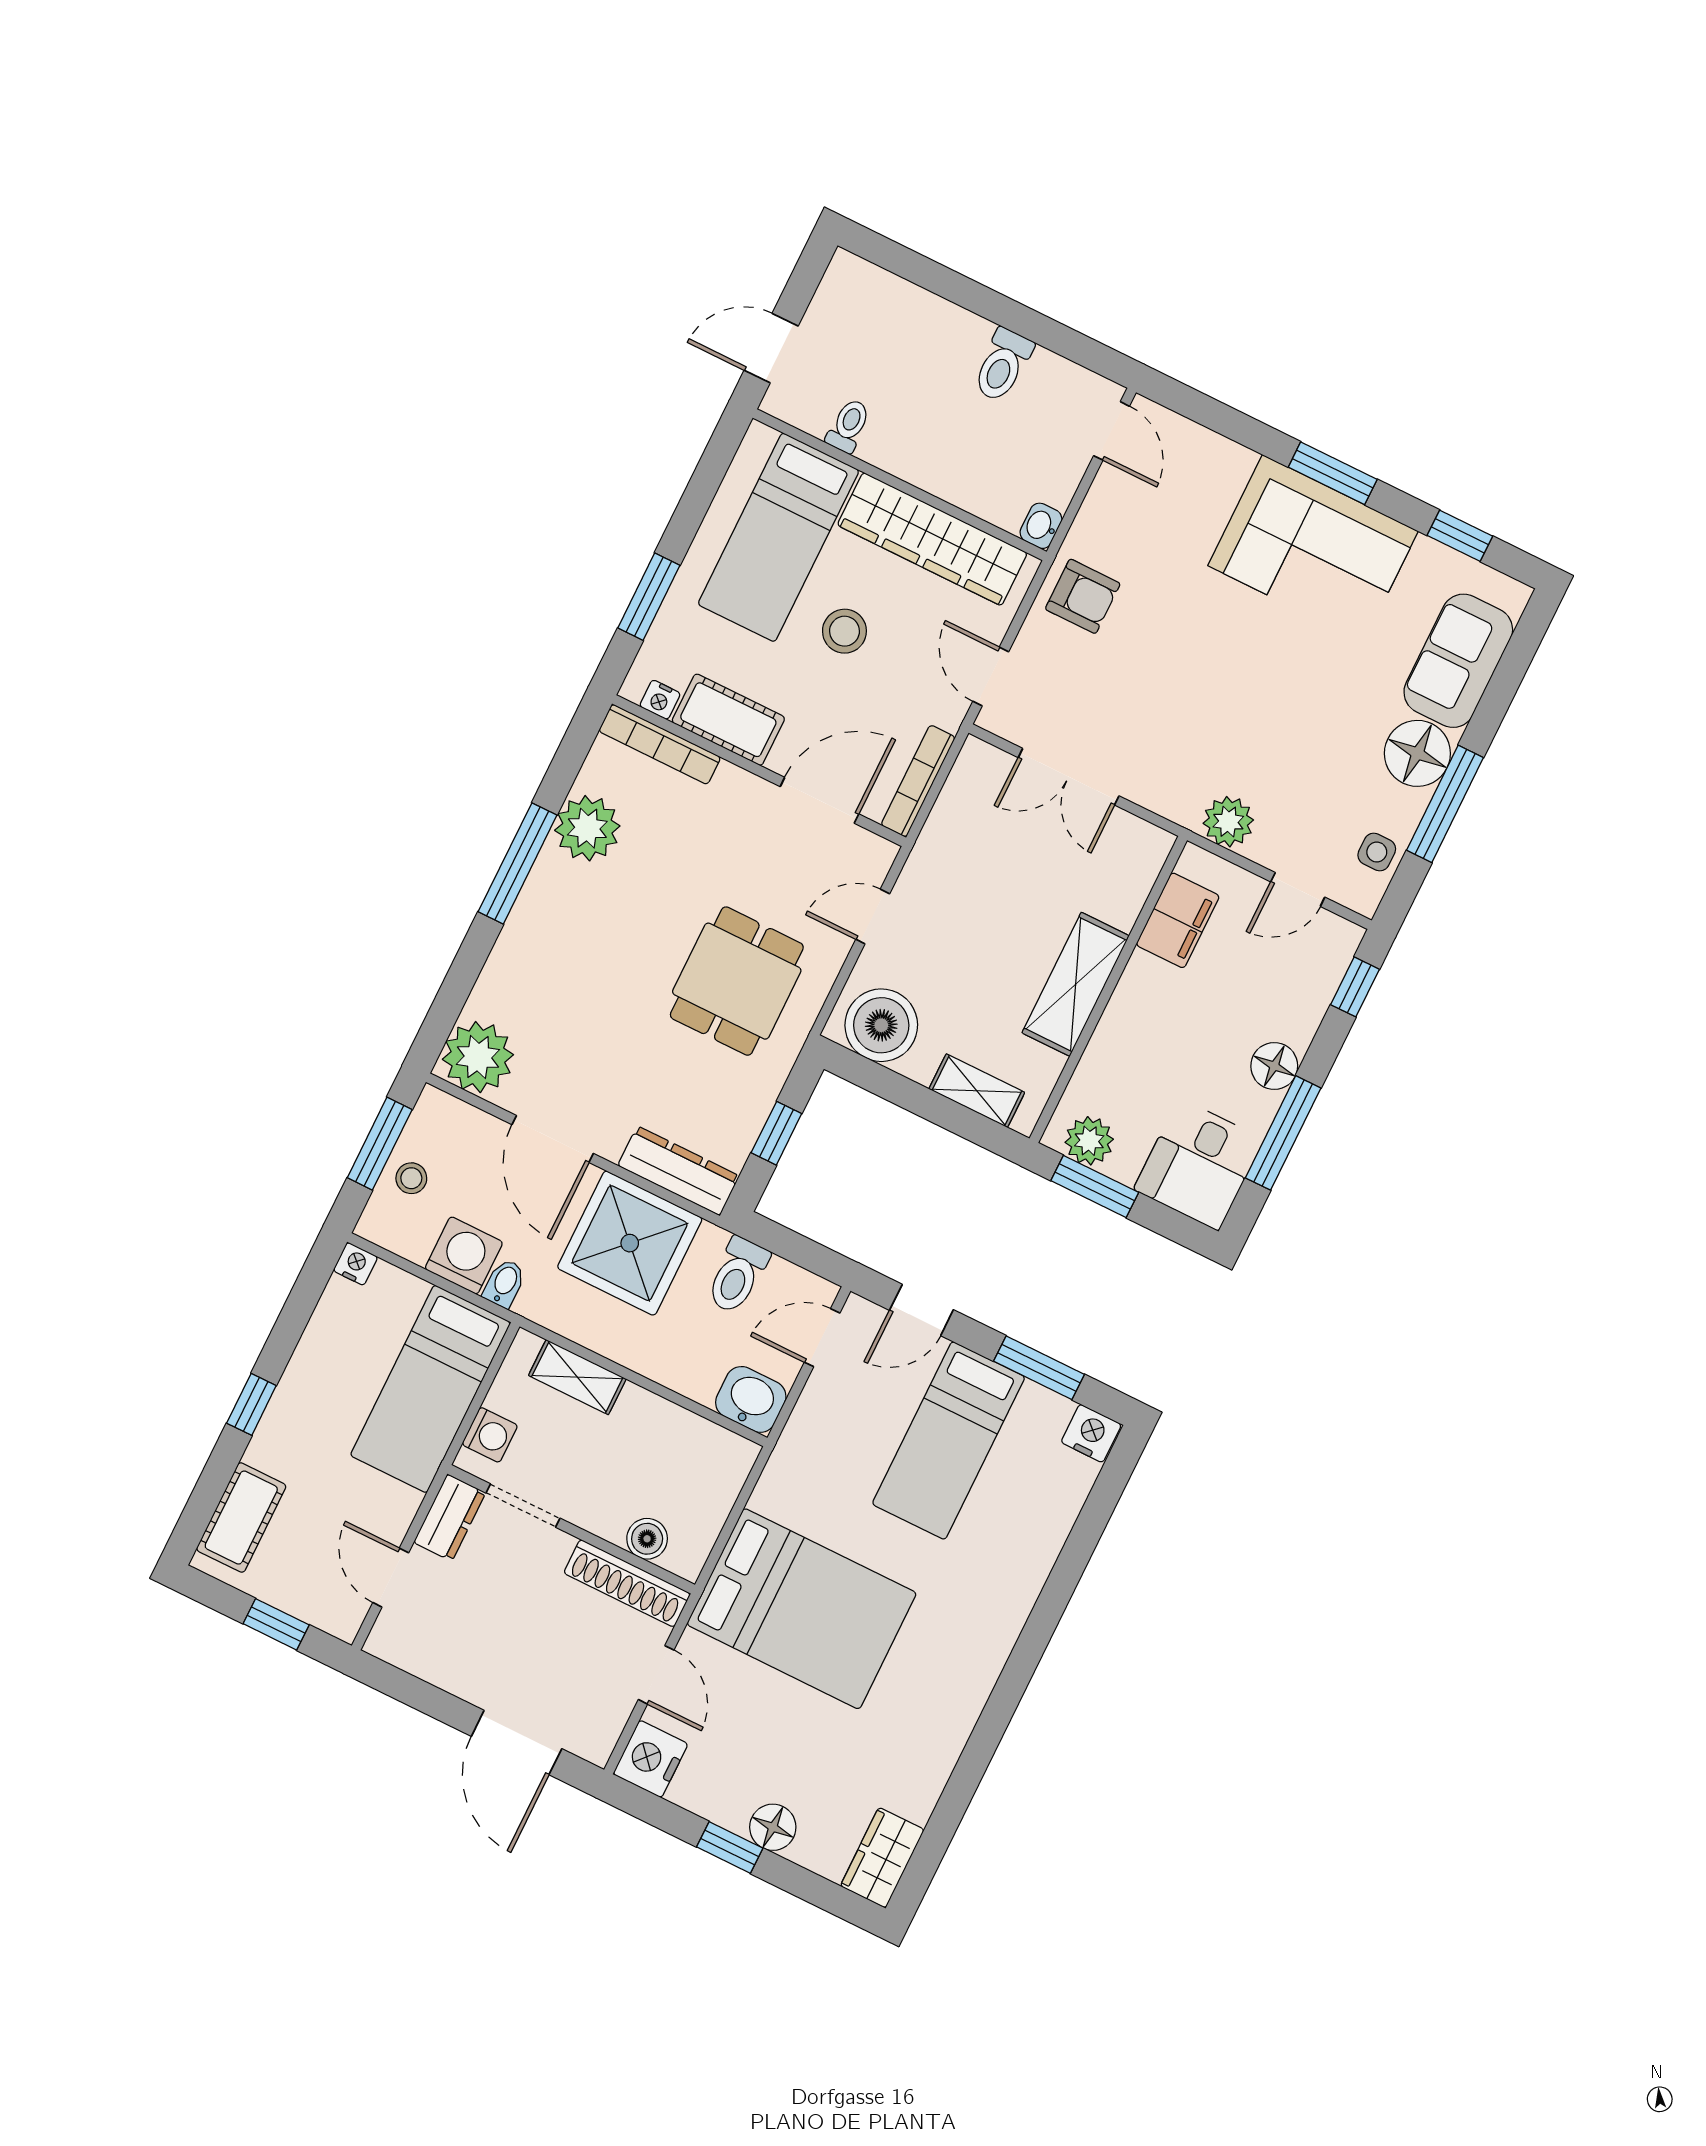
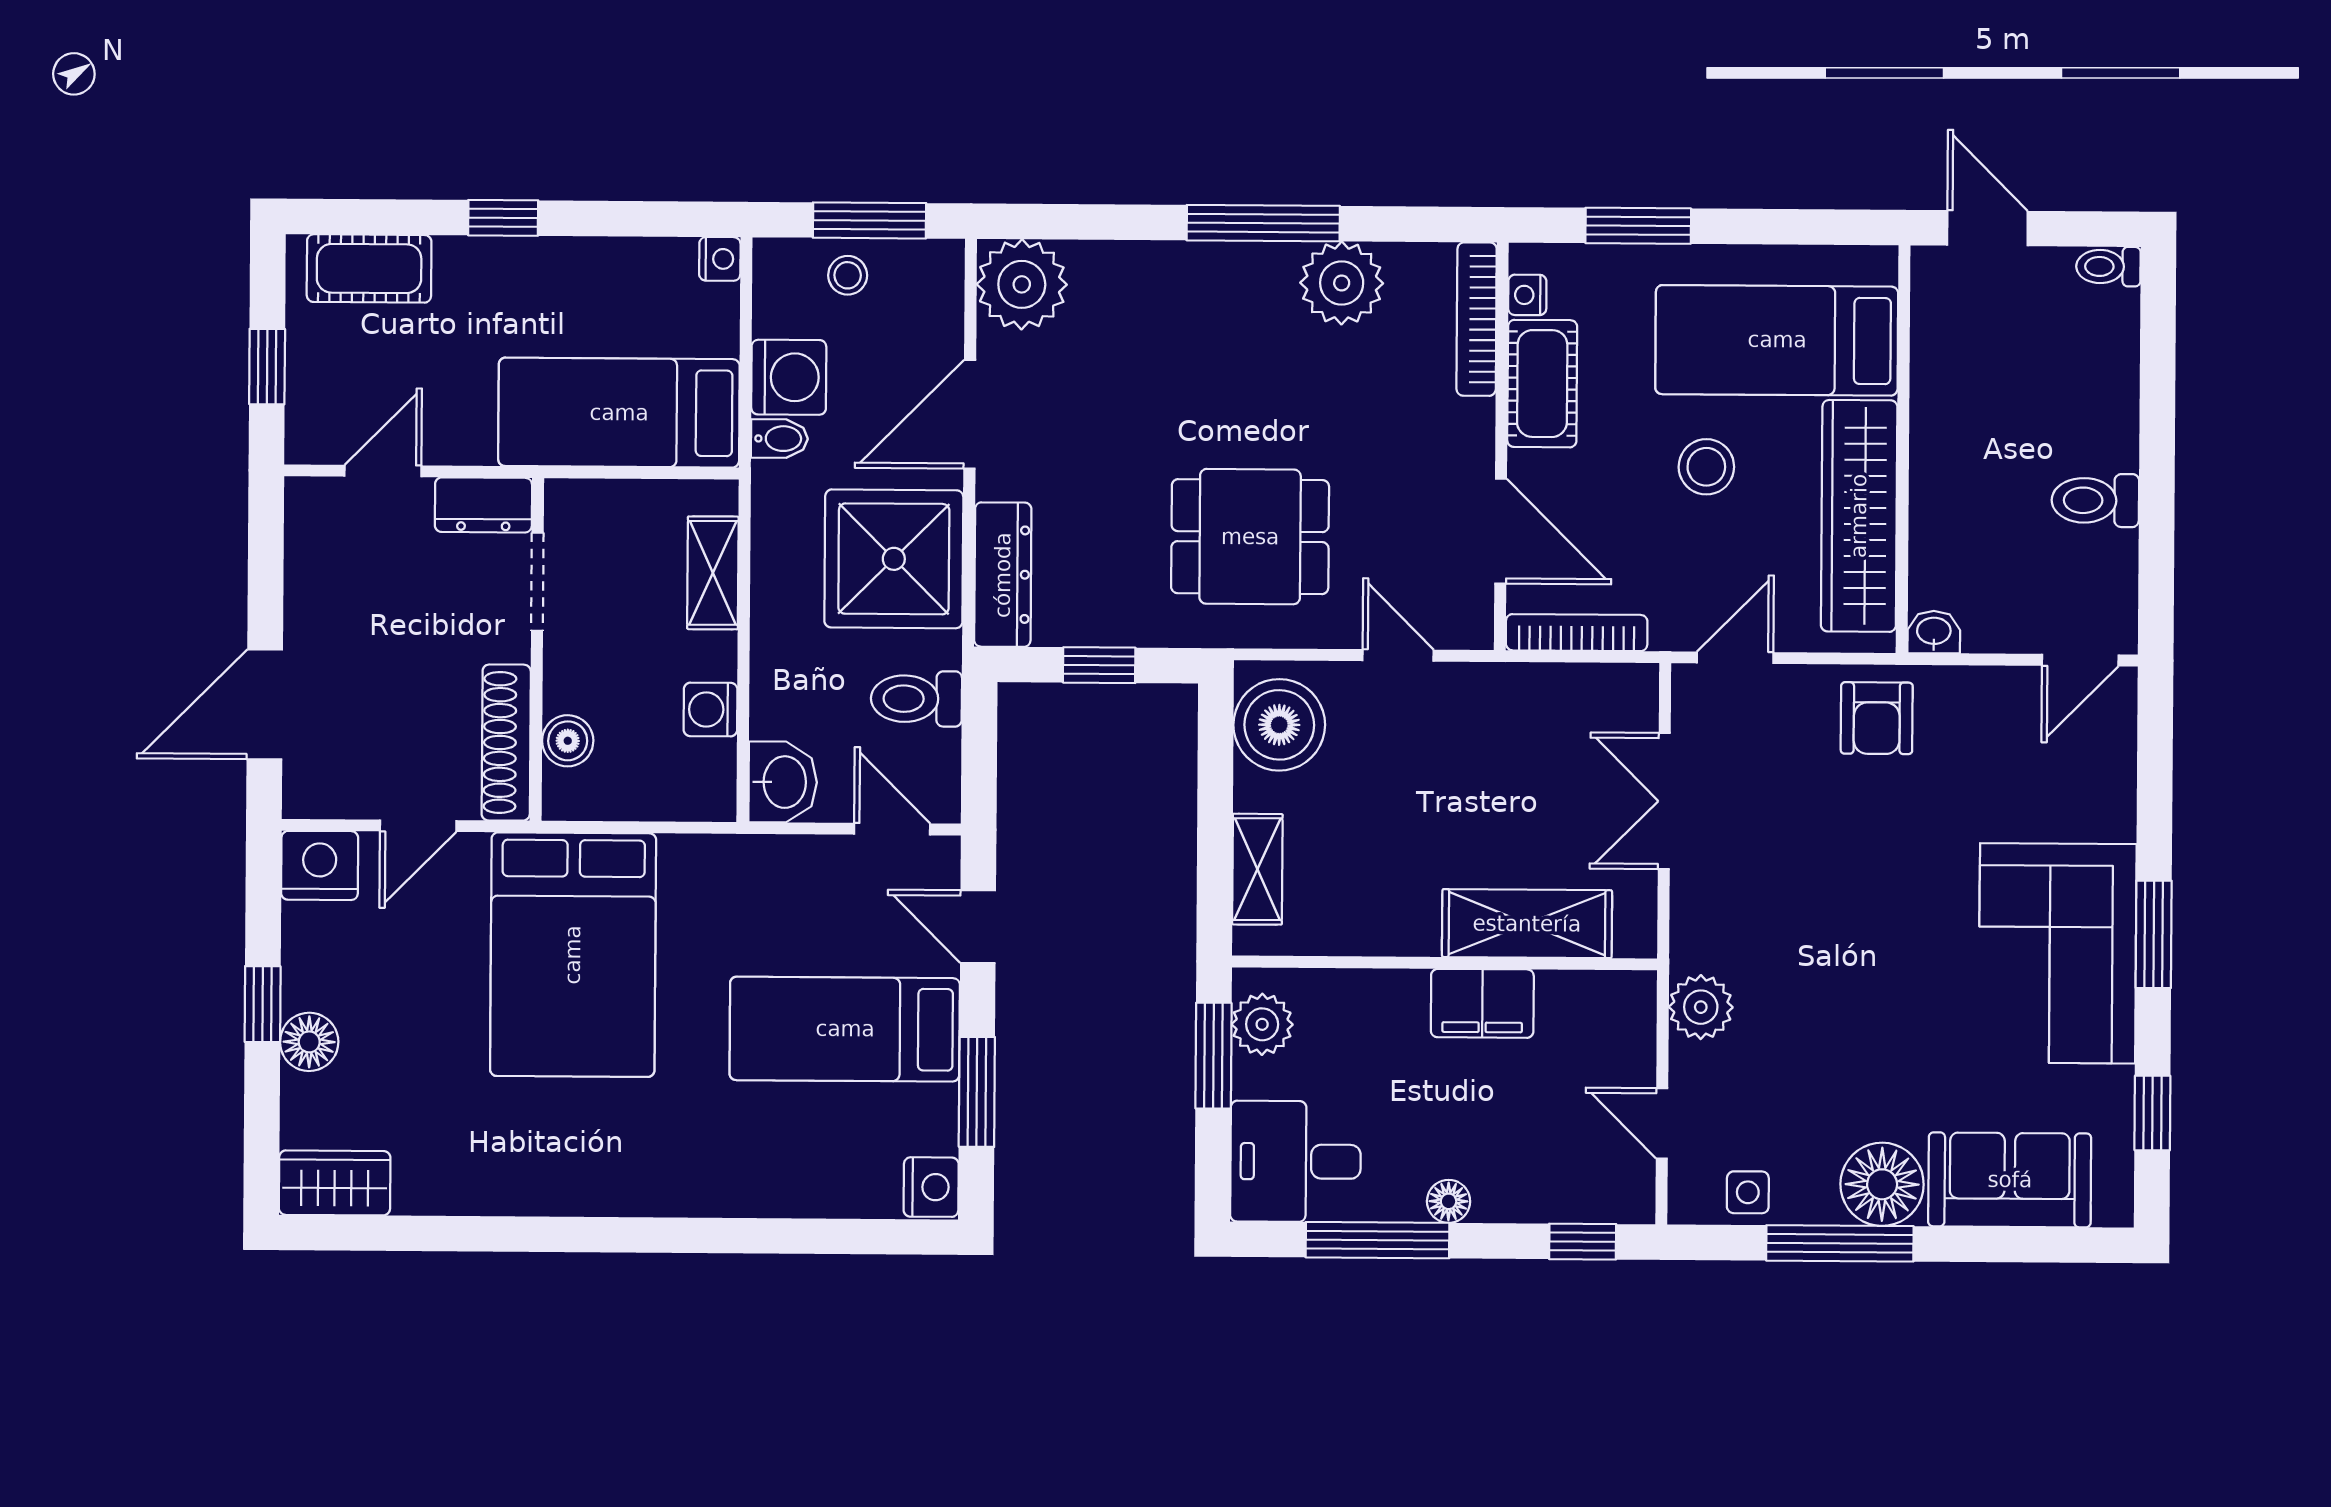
toilet: (848, 426) -> (2108, 267), moved, turned 180
filing cabinet: (1178, 920) -> (1482, 1003), moved
shelving: (1076, 984) -> (1527, 924), moved
floor lamp: (1274, 1066) -> (1449, 1201), width x0.73, depth x0.73
washing machine: (490, 1435) -> (711, 710), moved, turned 90

